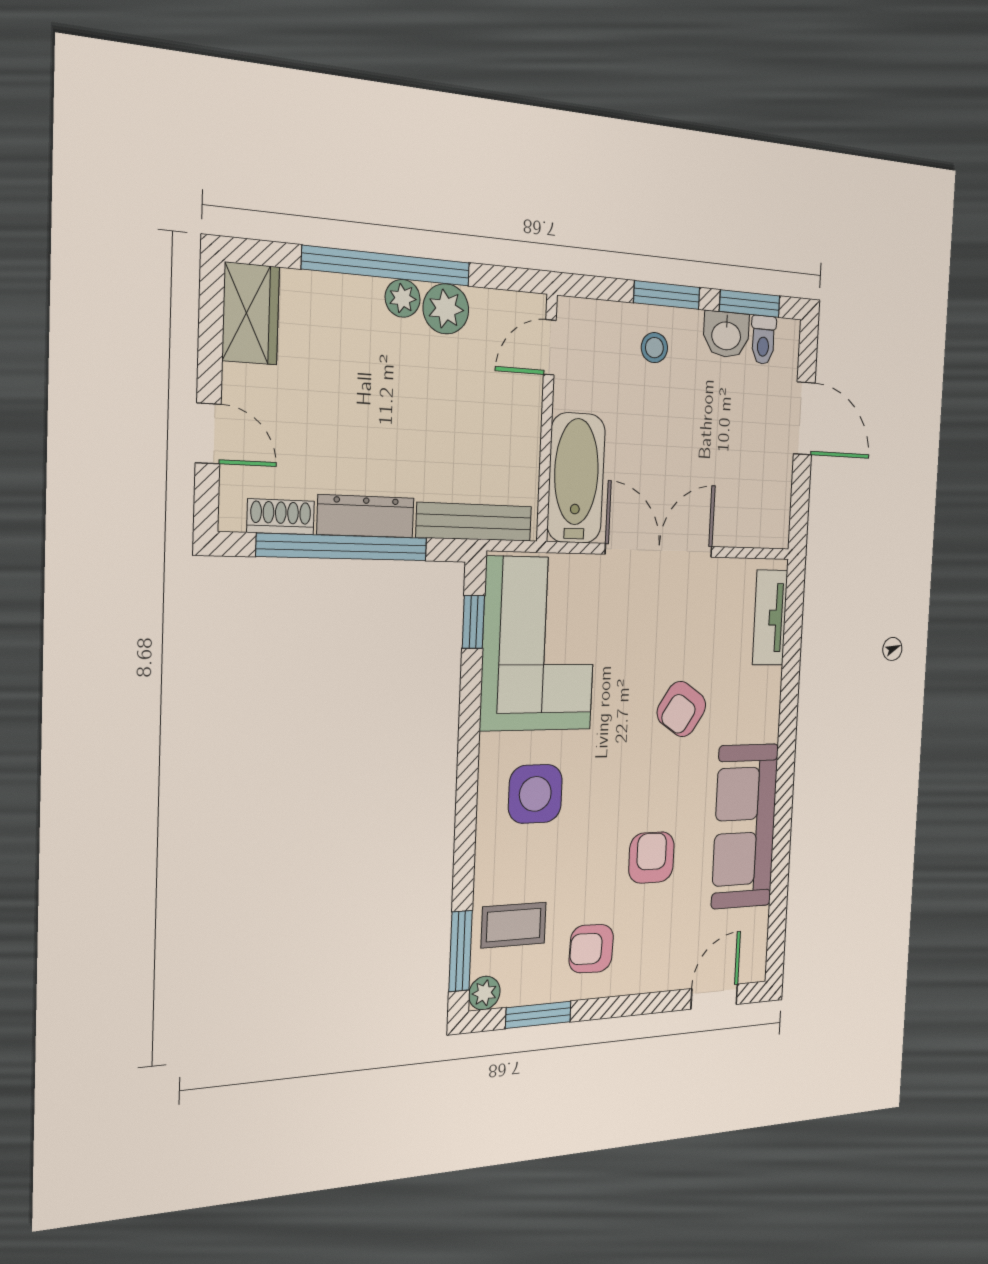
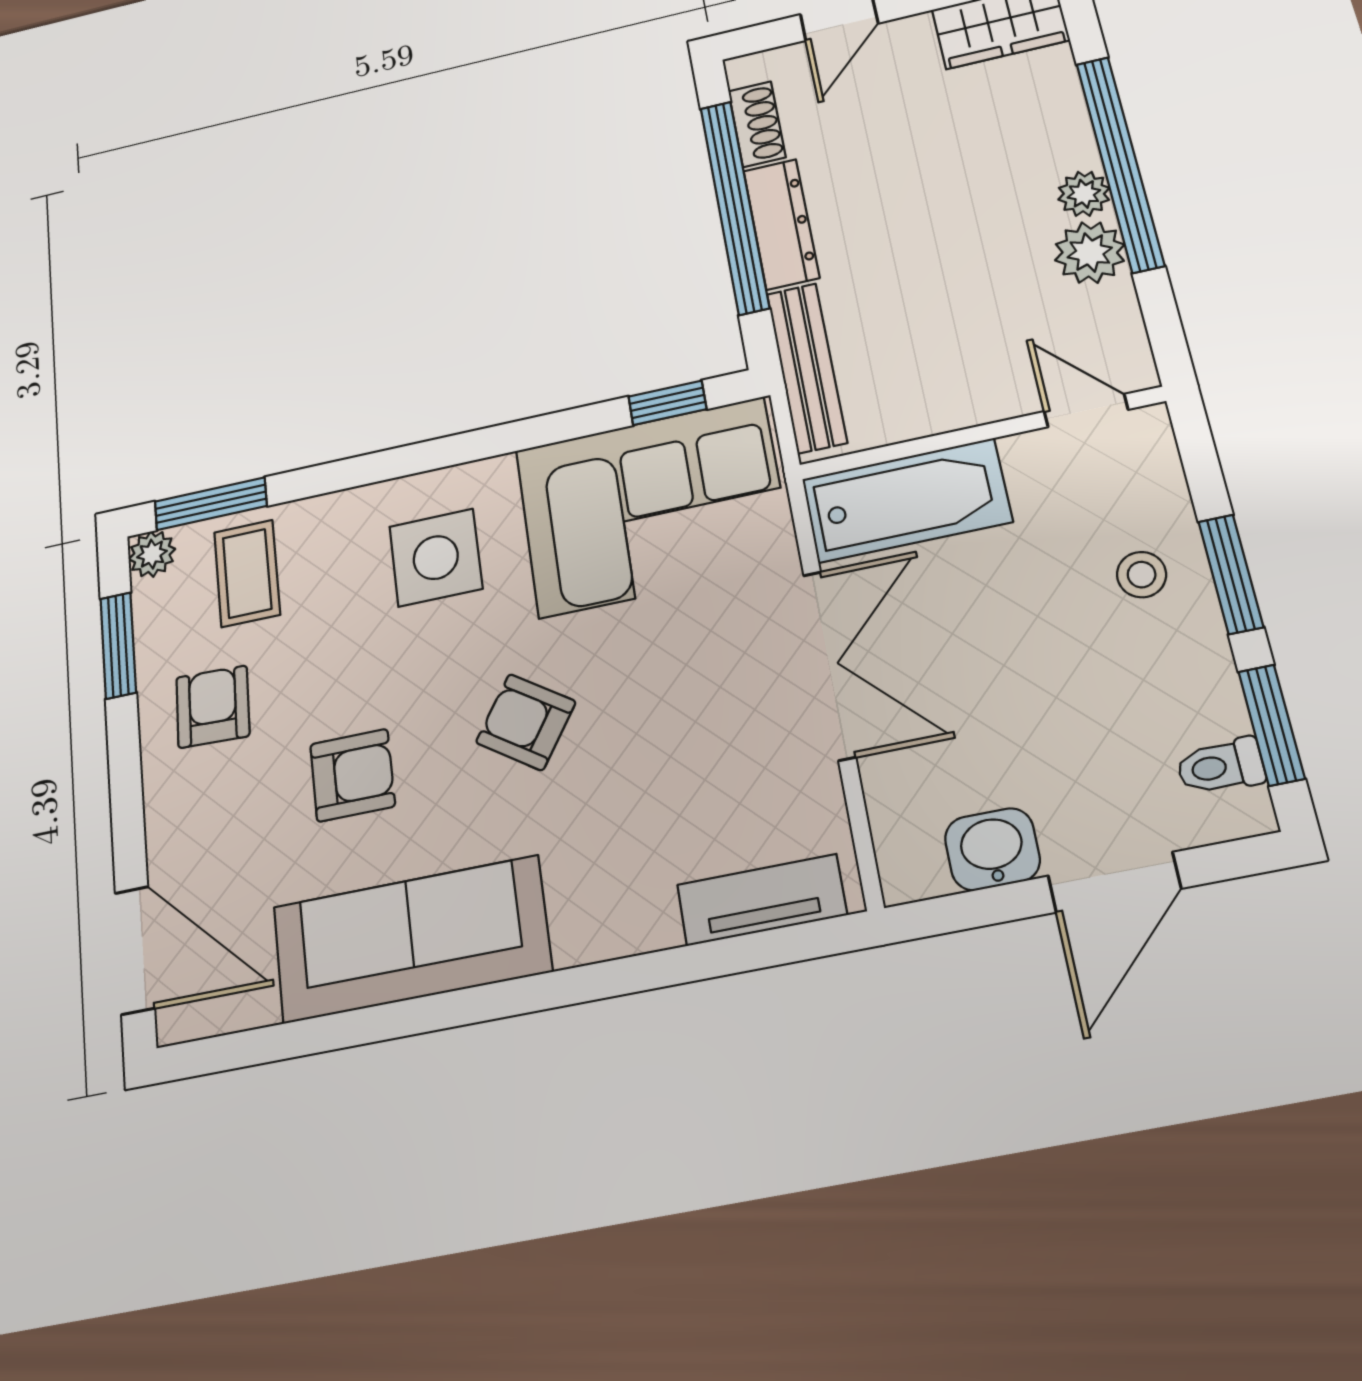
washbasin: (726, 335) -> (992, 849), moved, turned 90
armchair: (681, 709) -> (526, 722), moved
door: (714, 997) -> (135, 950), width x1.38

